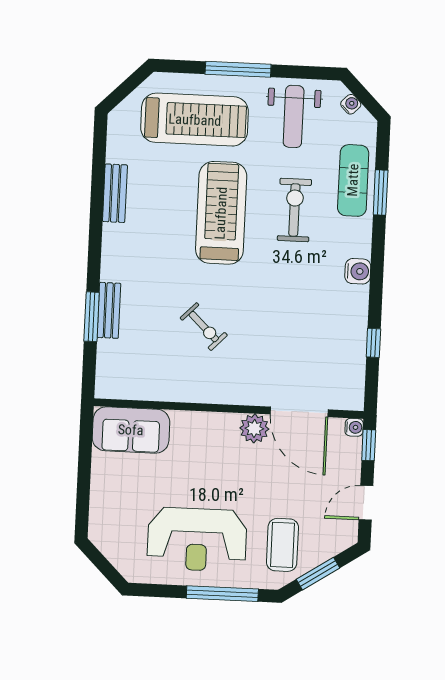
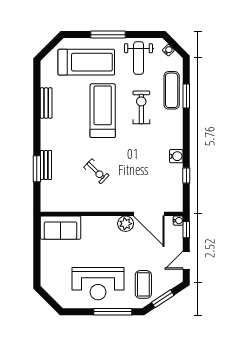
water cooler: (358, 271) -> (176, 156), moved

